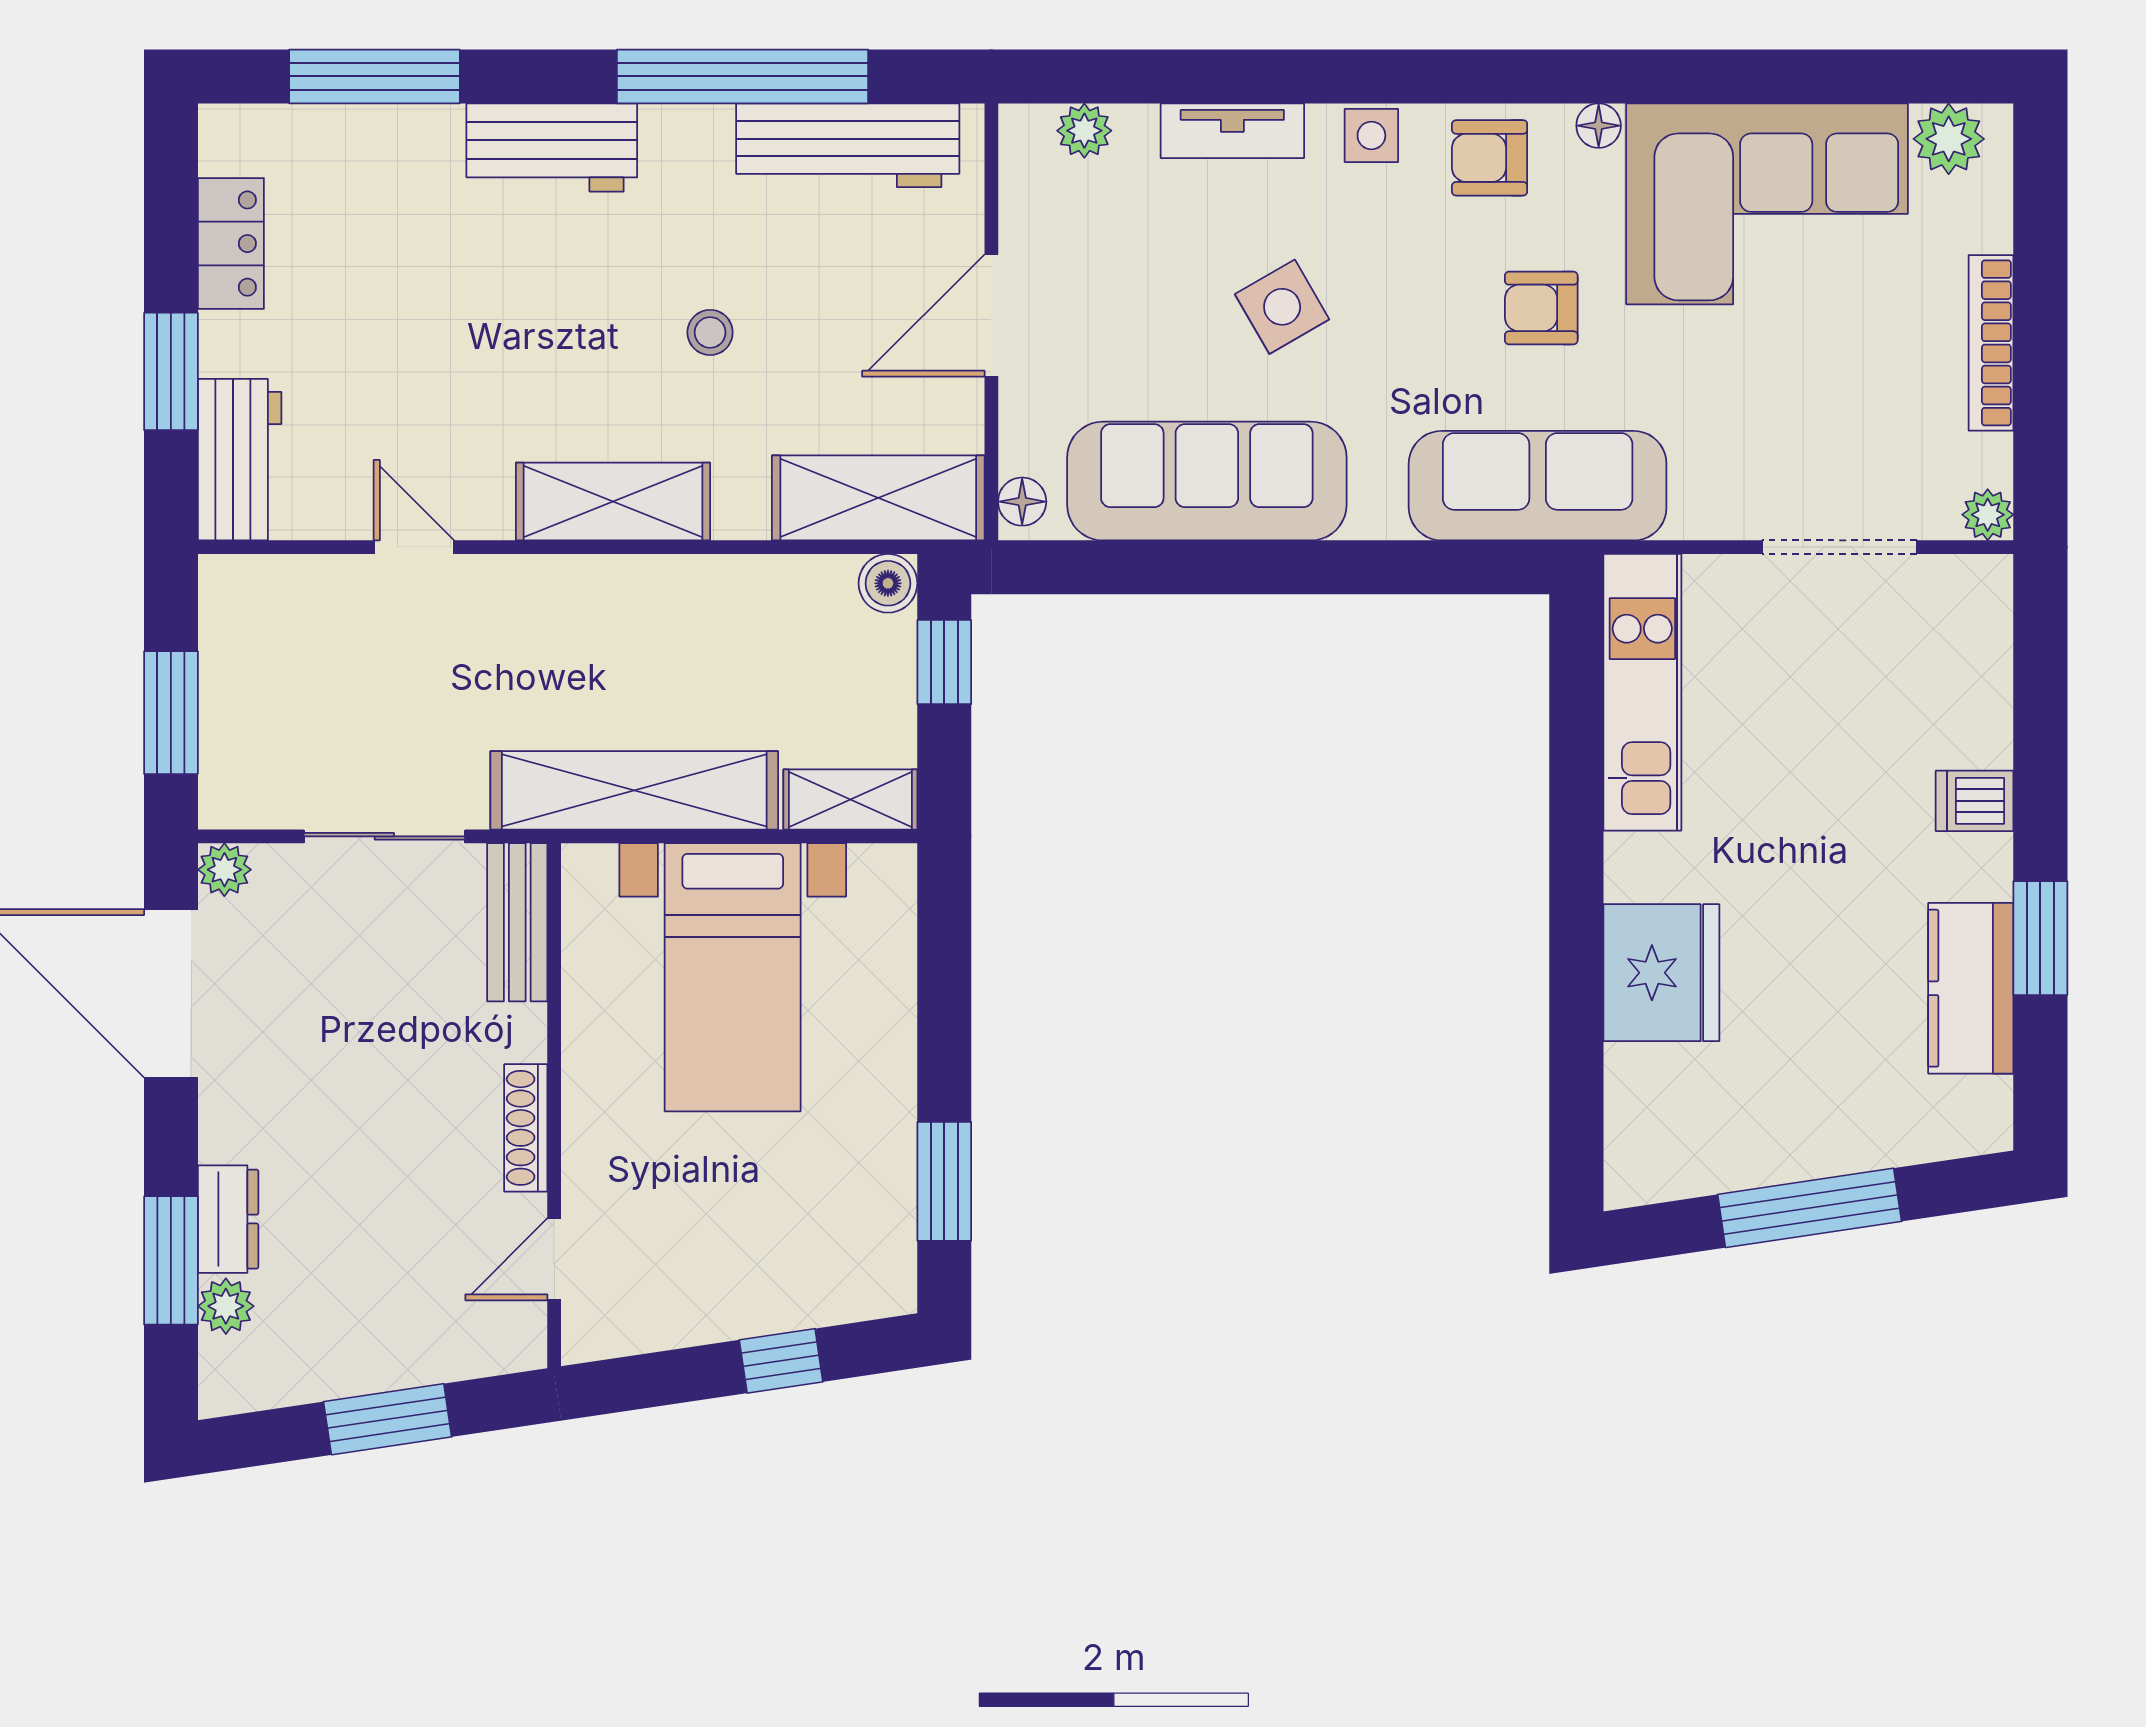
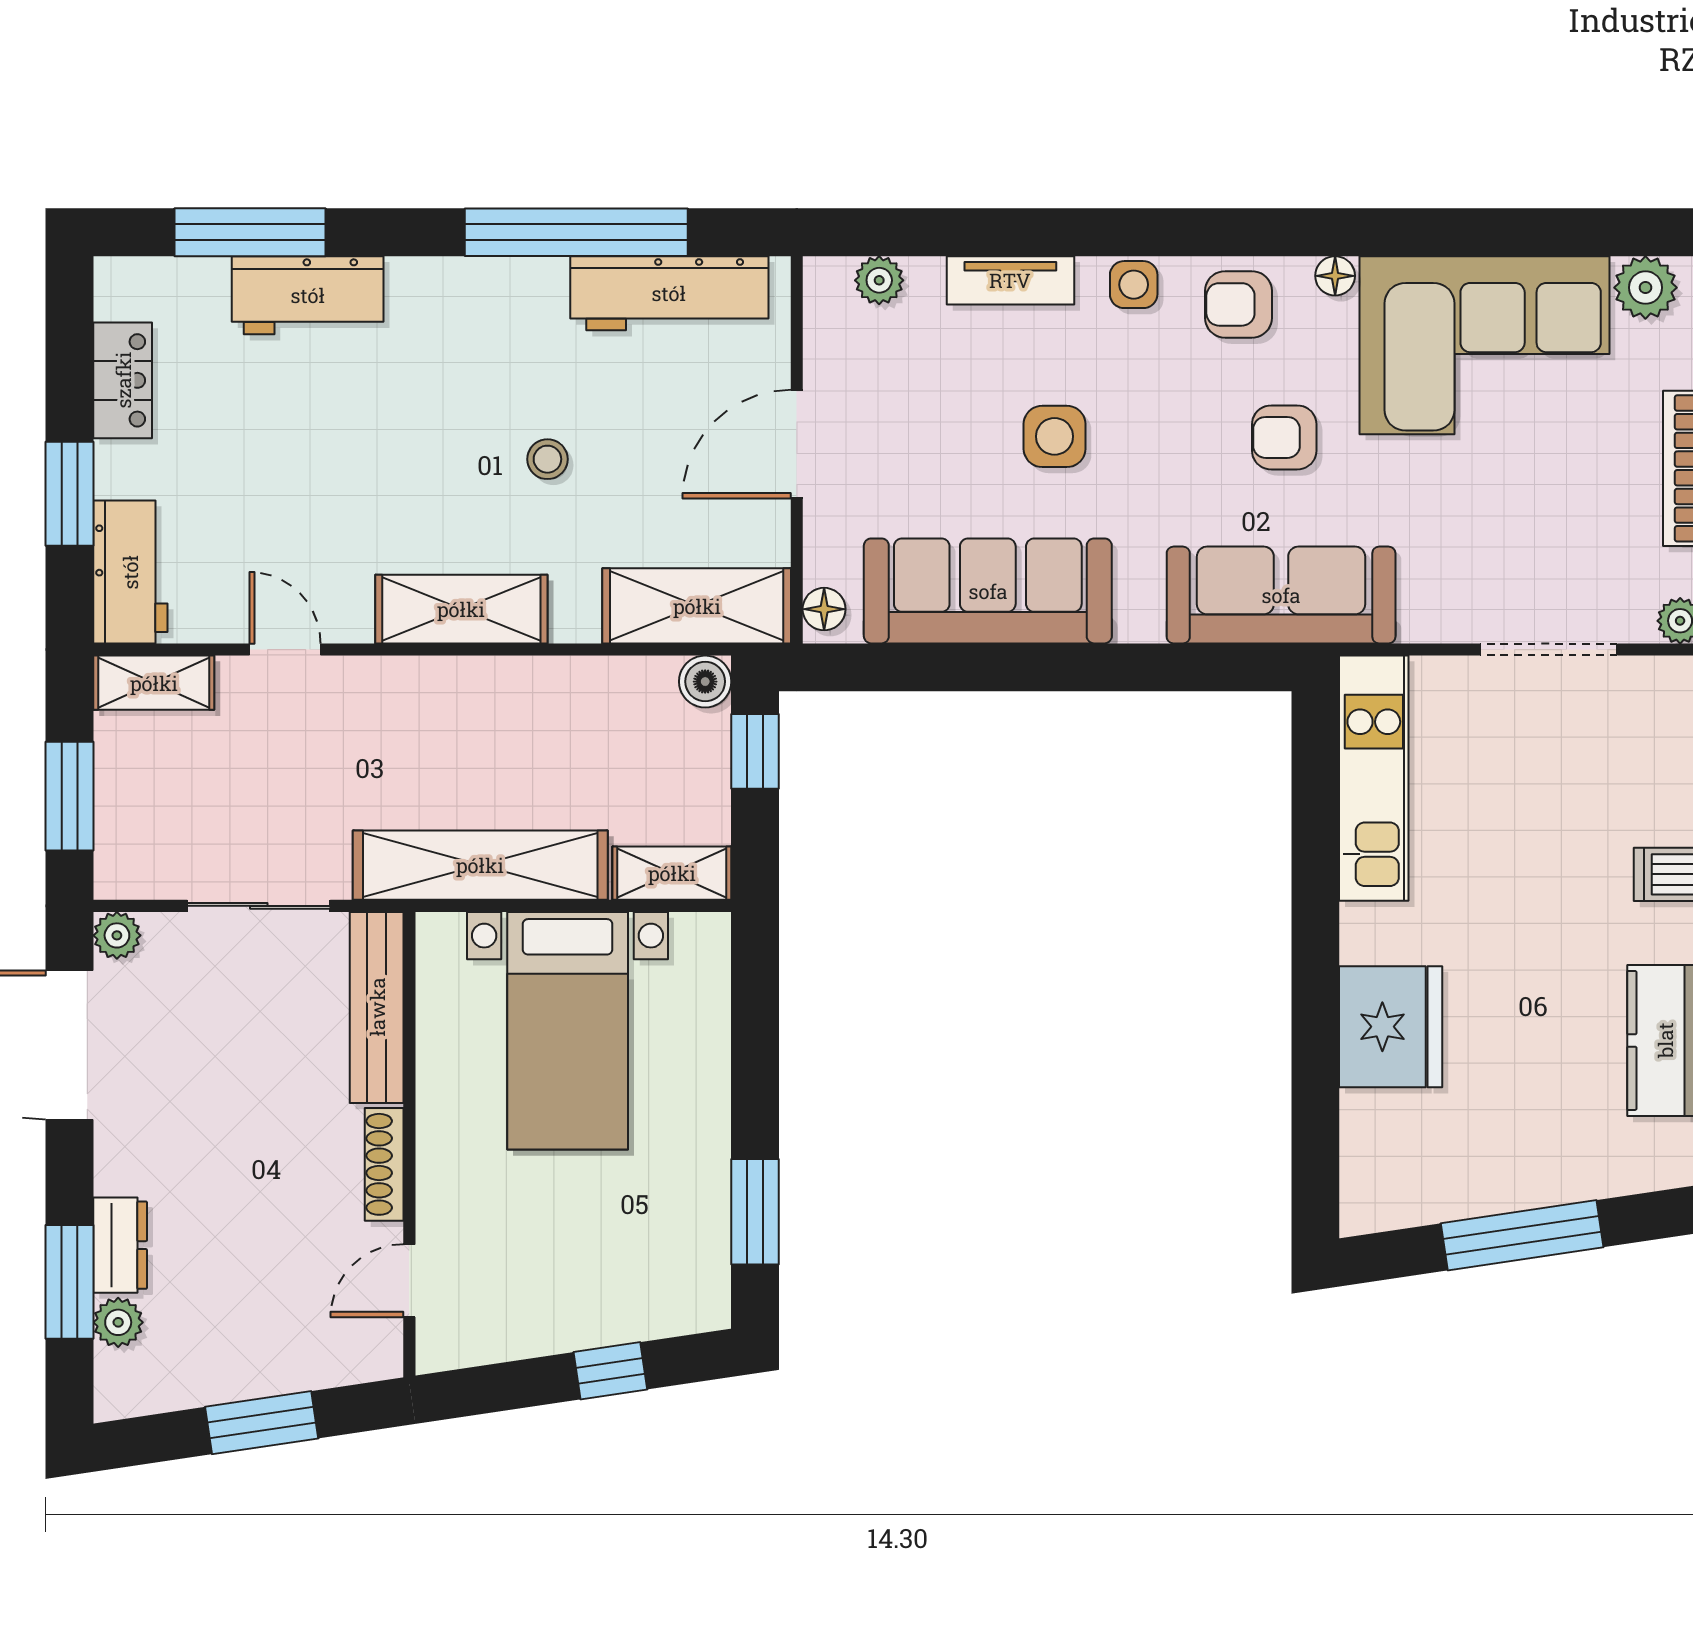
workbench: (552, 147) -> (308, 295), moved
side table: (1282, 307) -> (1055, 436), turned 30
shelving: (266, 585) -> (154, 683), added
bench: (517, 922) -> (377, 1007), width x1.36

